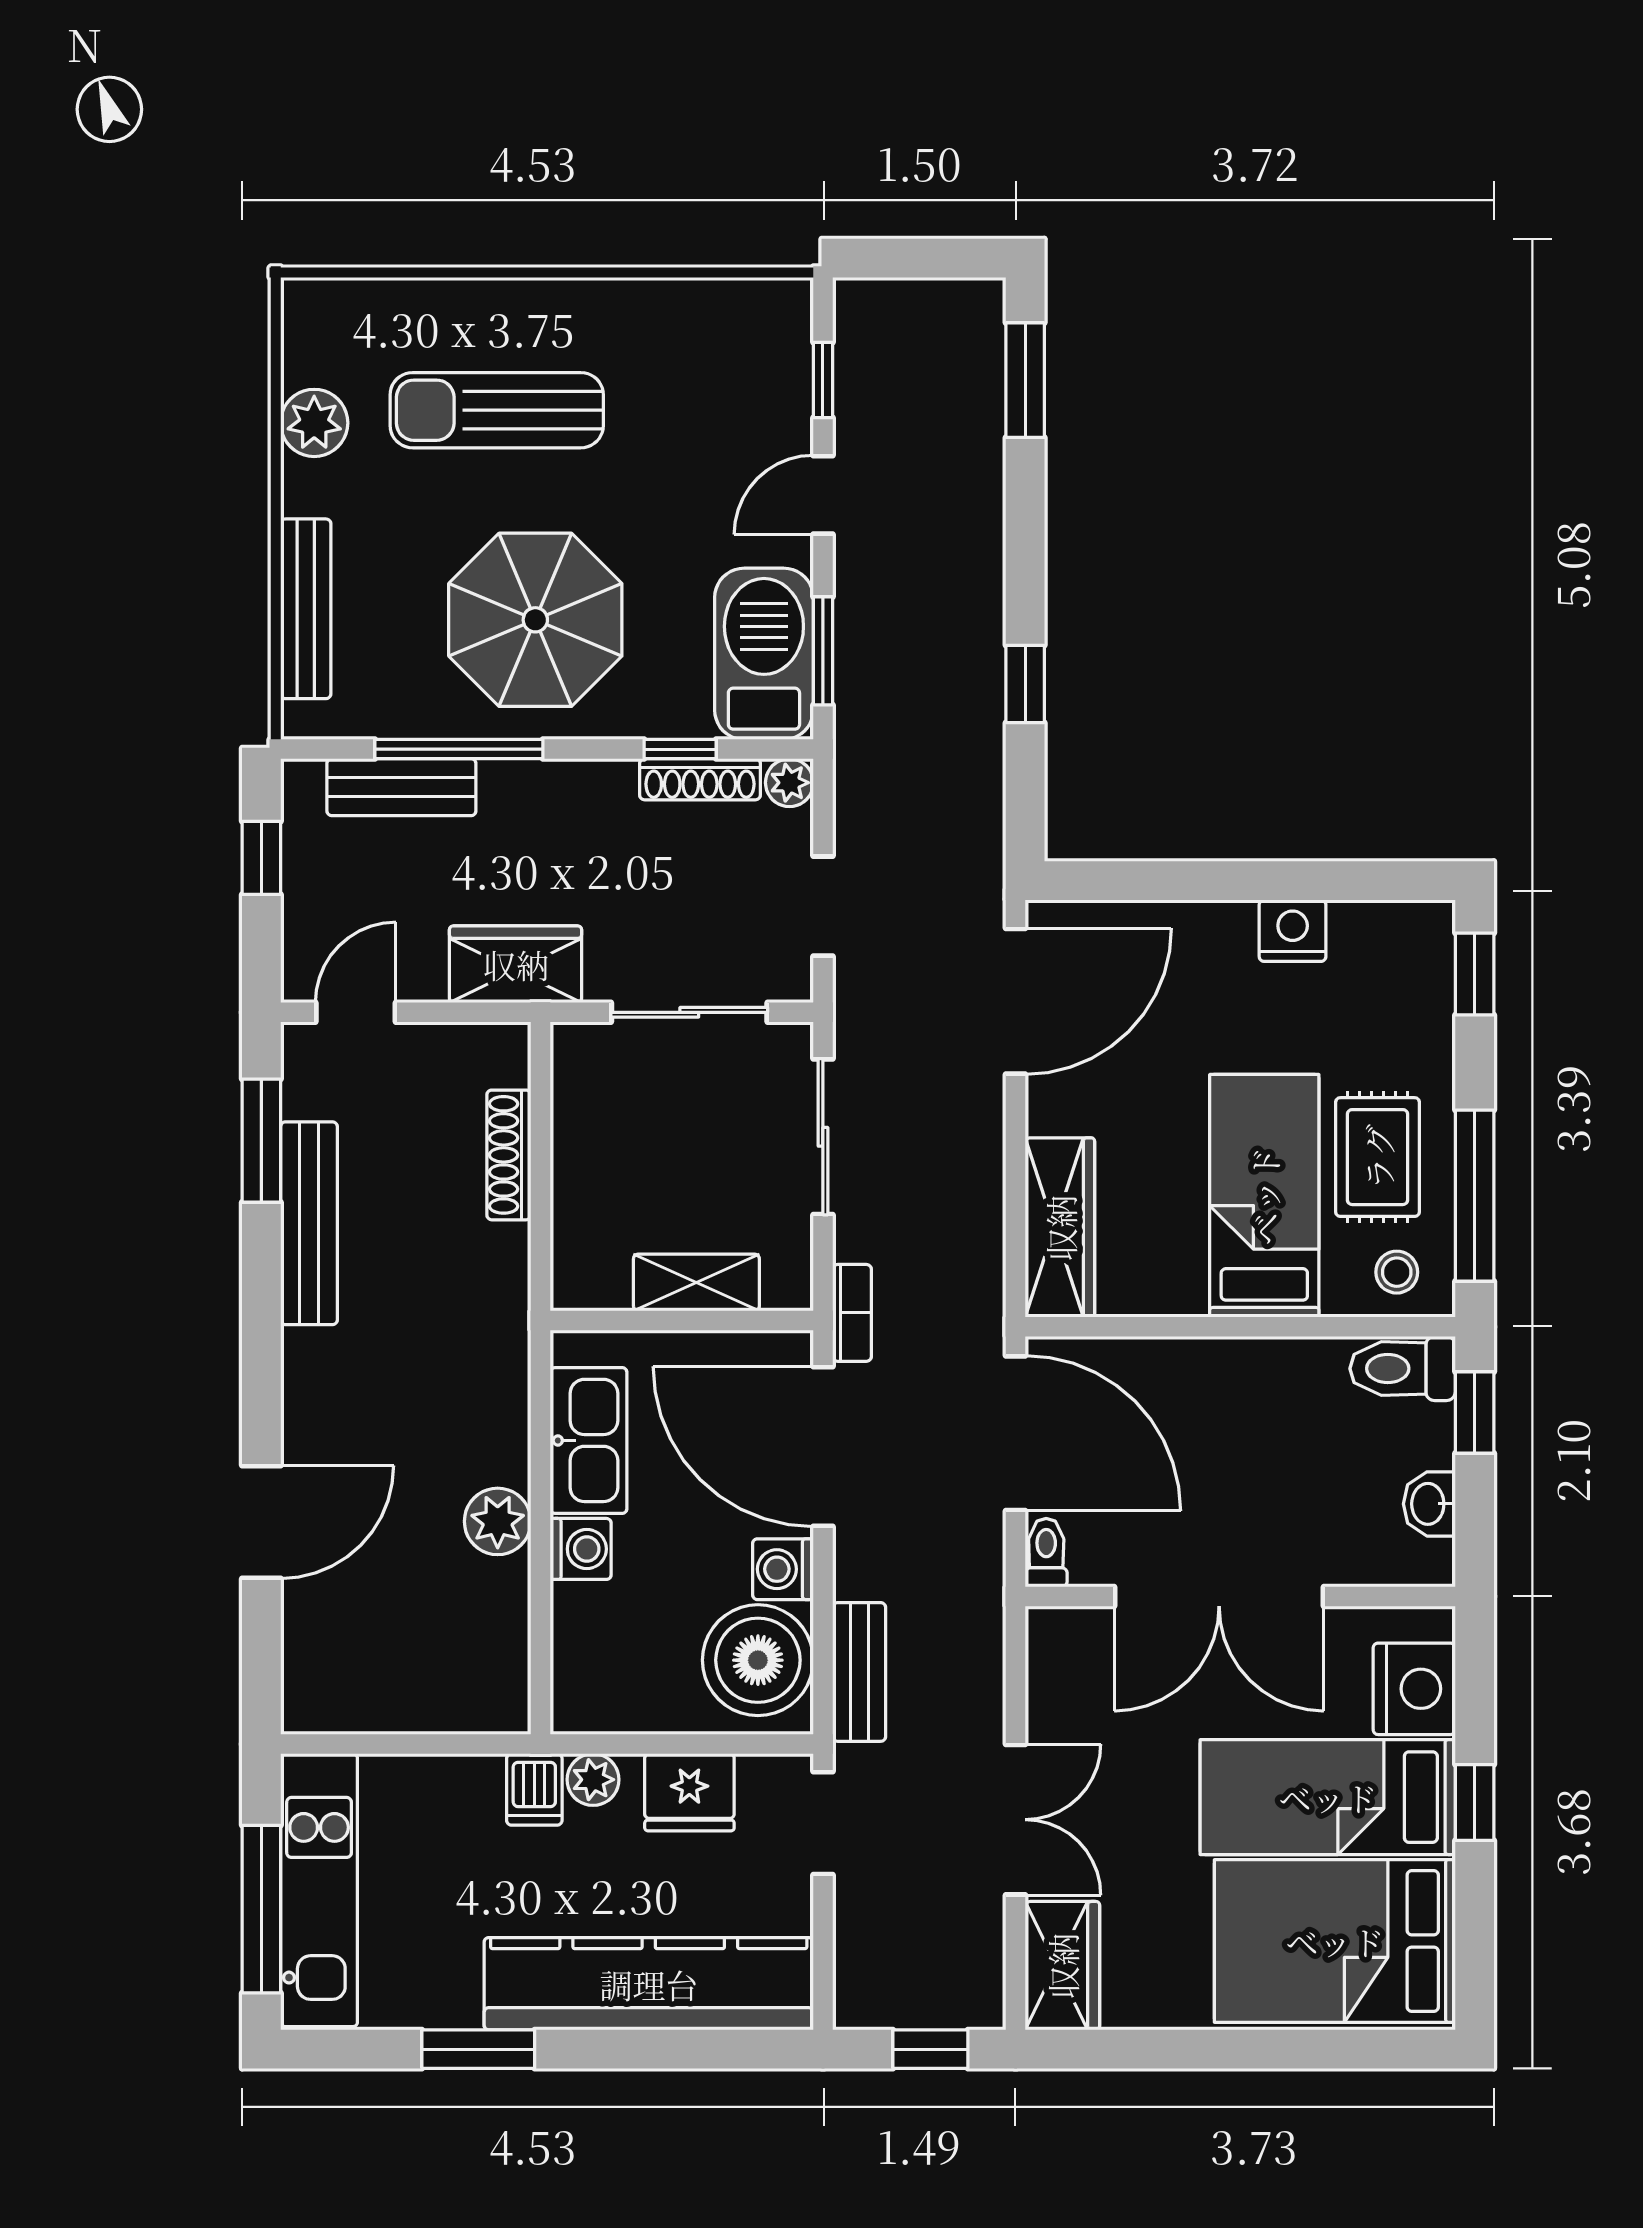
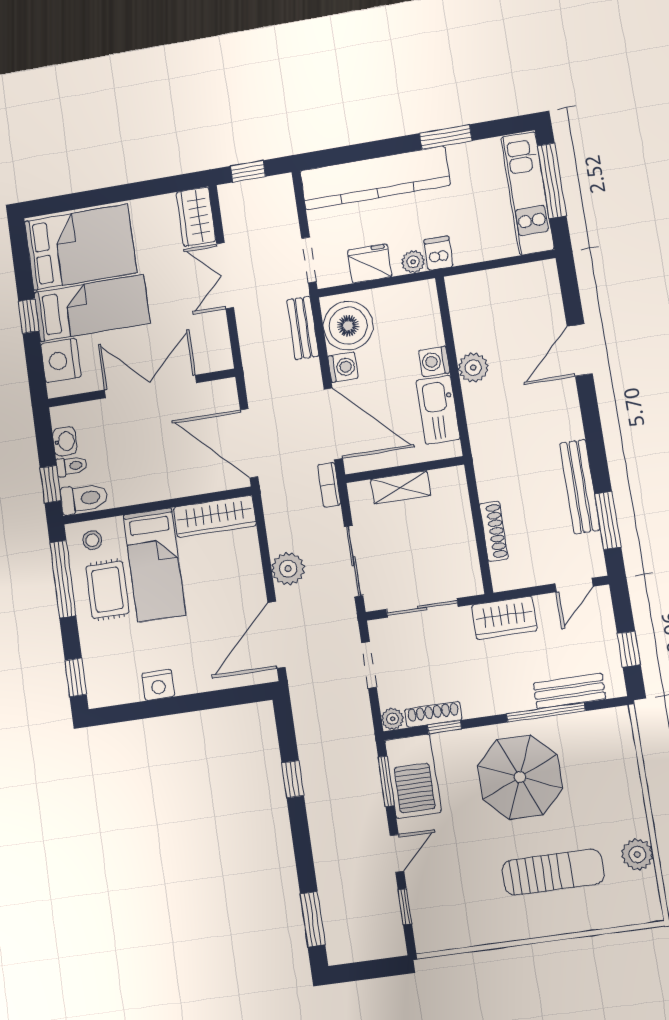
bench: (306, 609) -> (627, 767), removed
plant: (969, 1142) -> (288, 569), added
wardrobe: (1060, 1228) -> (215, 516), moved, turned -90
toilet: (1046, 1553) -> (72, 466), moved, turned -90

